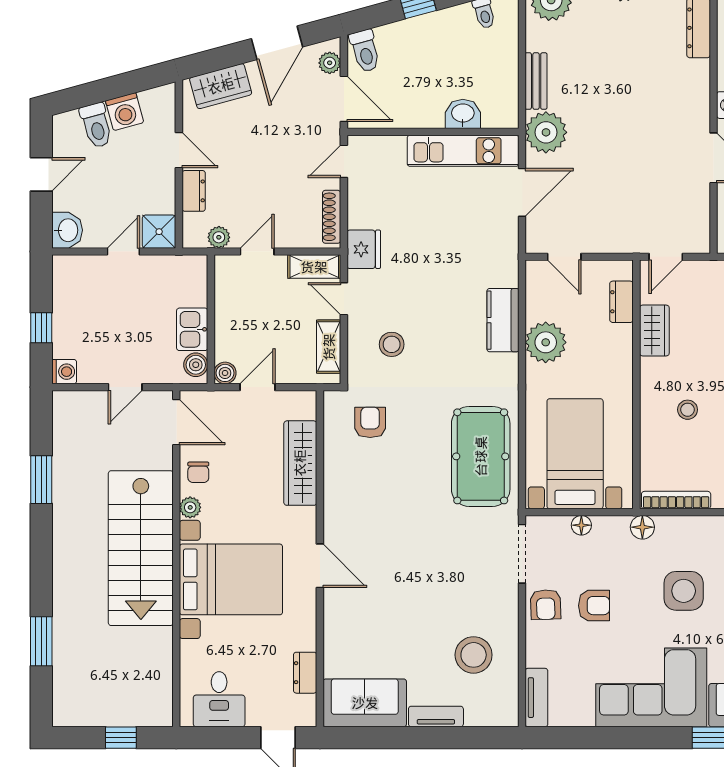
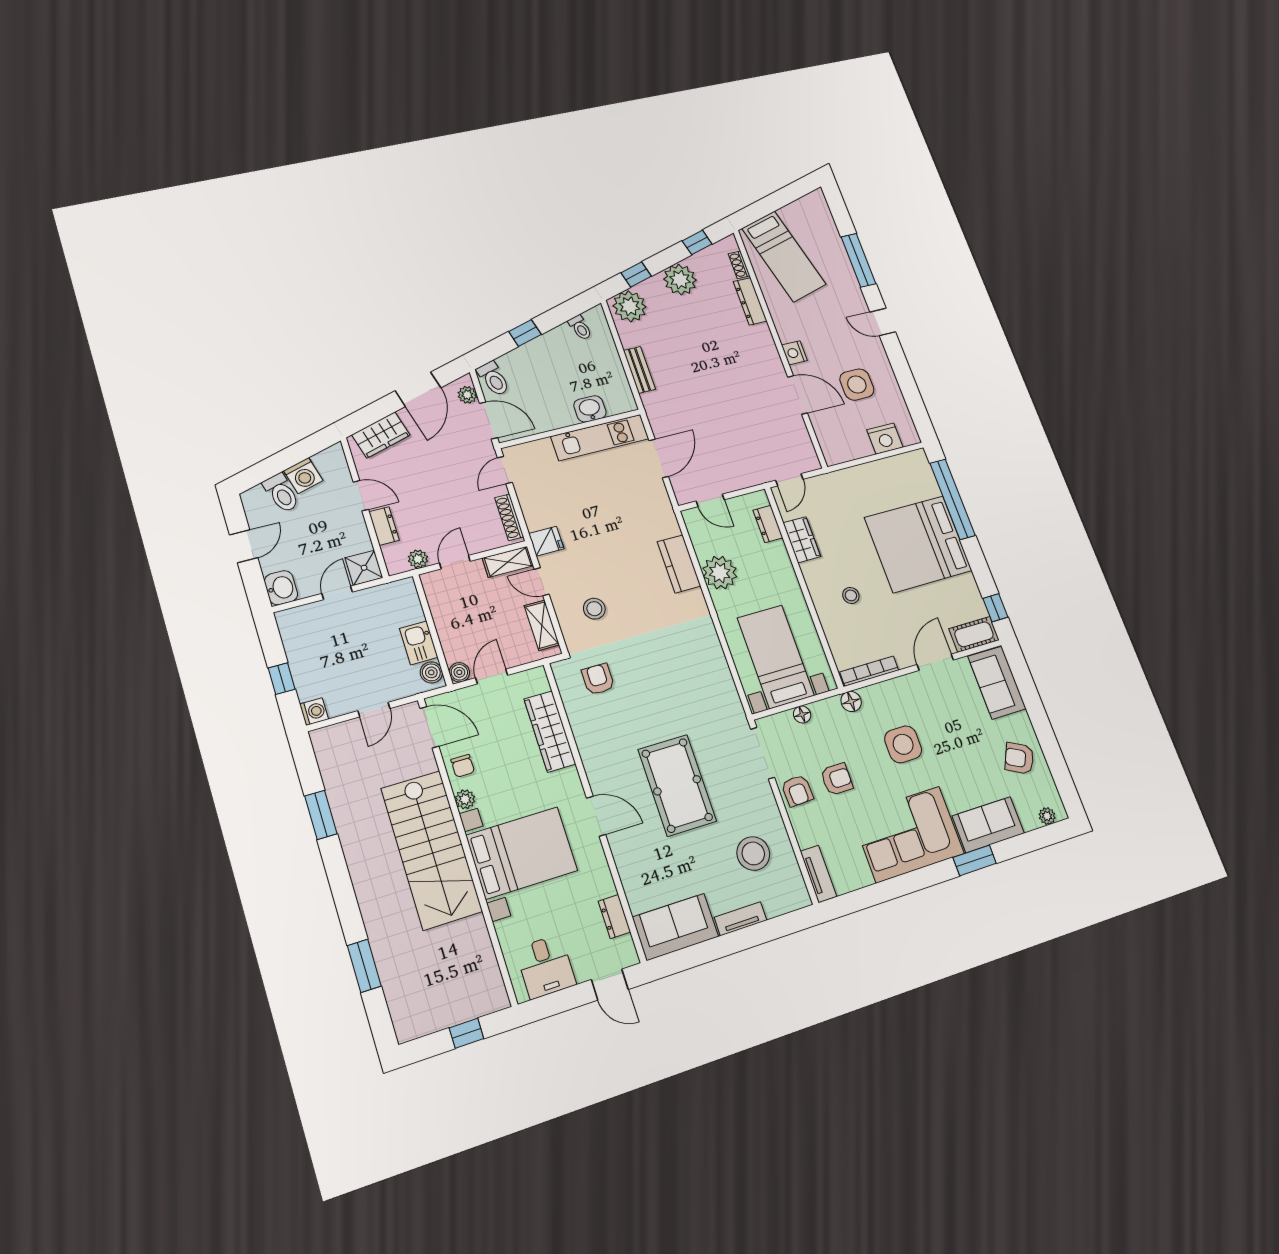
plant: (546, 132) -> (661, 407), removed
fridge: (364, 249) -> (546, 541), width x0.72
pool table: (481, 456) -> (677, 785), moved

